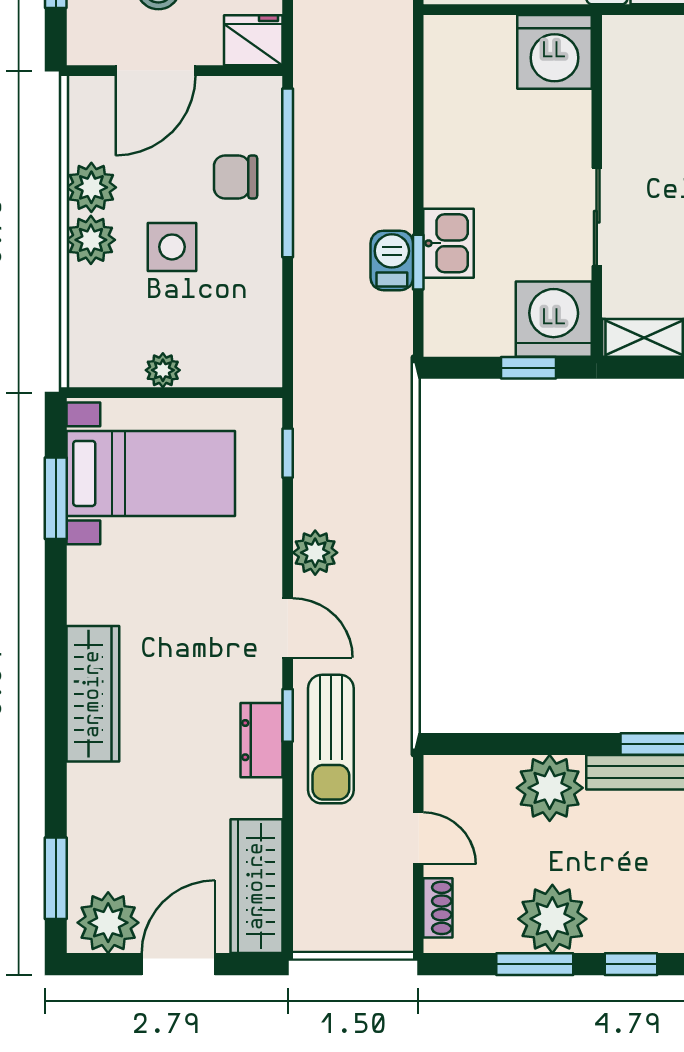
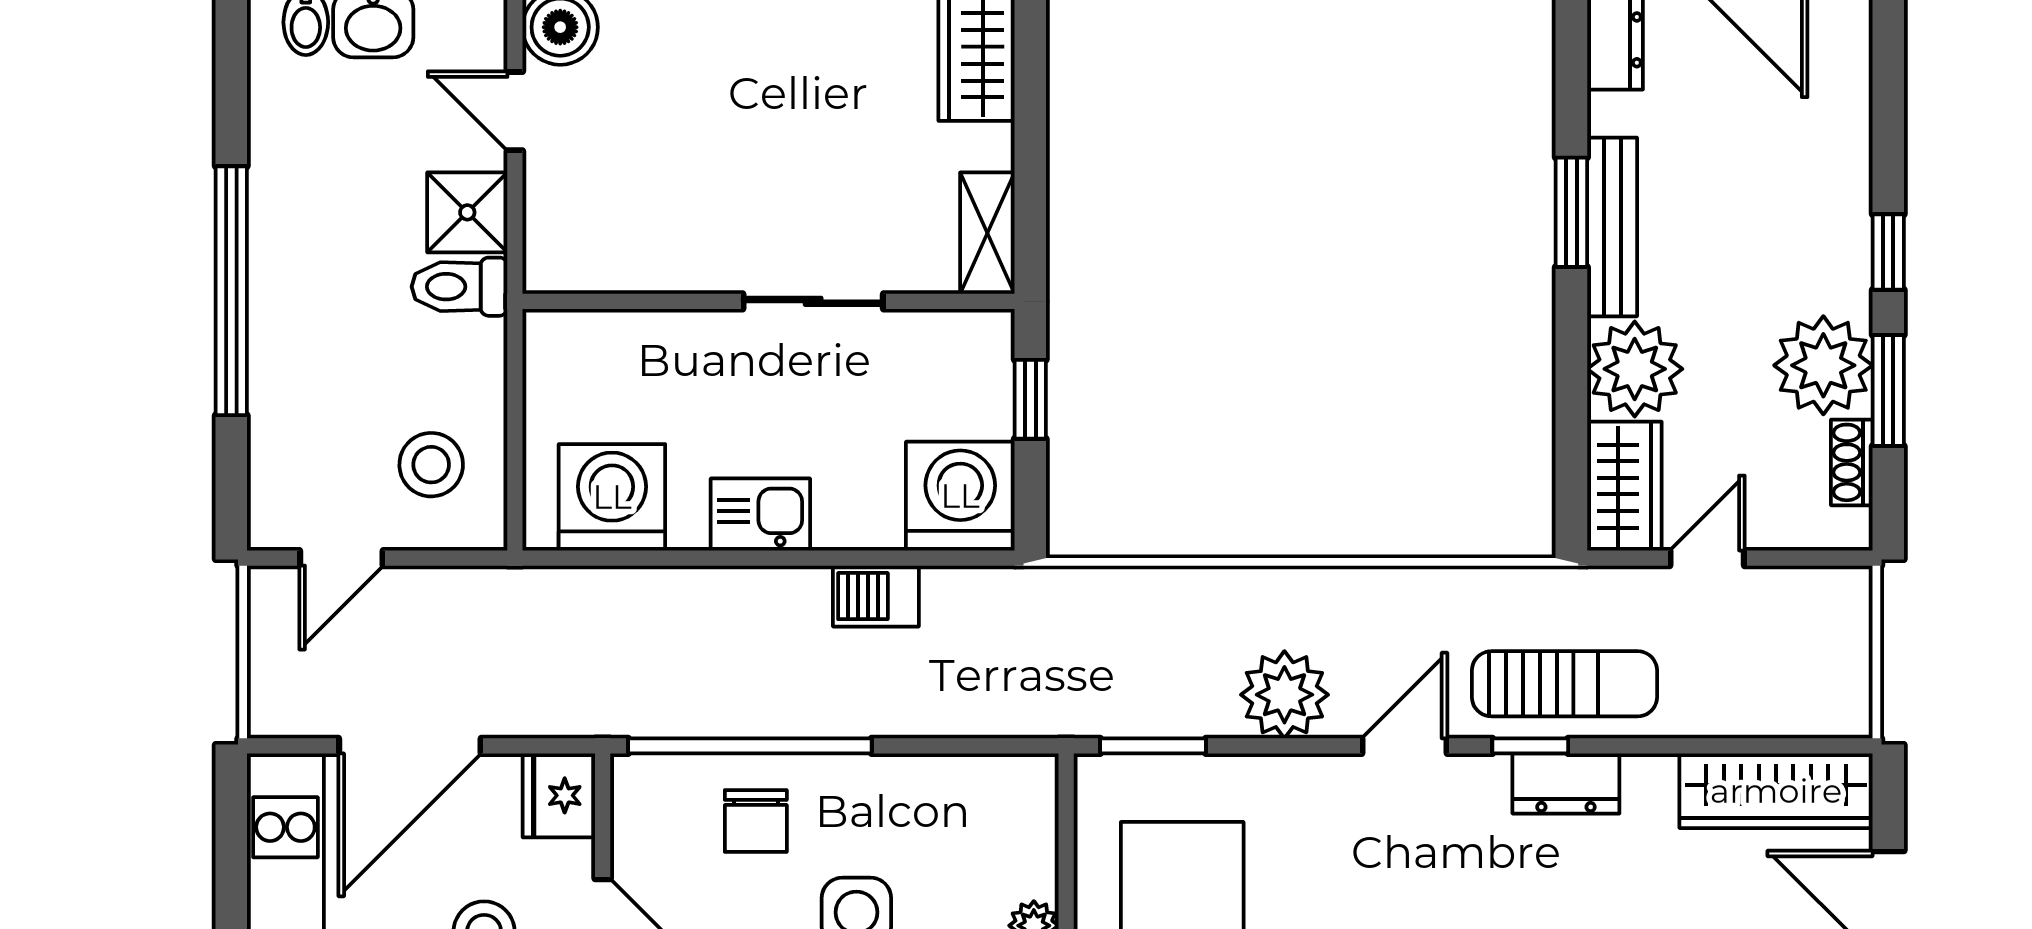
washing machine: (554, 52) -> (612, 497), moved, turned -90
kitchen sink: (449, 243) -> (760, 514), moved
window: (418, 262) -> (878, 558), removed
washing machine: (554, 319) -> (960, 496), moved, turned 90
window: (288, 453) -> (1153, 746), width x1.50
plant: (315, 553) -> (1284, 695), width x1.36, depth x1.36
wardrobe: (468, 781) -> (1624, 486), added
shoe rack: (438, 908) -> (1852, 462), moved, turned -90

